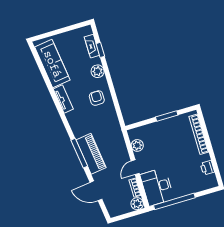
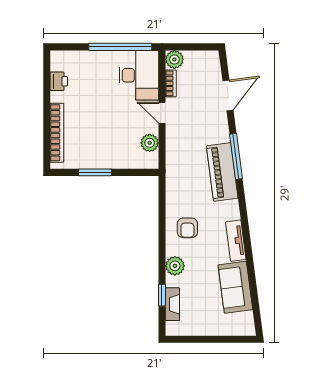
sofa: (52, 64) -> (235, 287), width x0.73
piano: (91, 154) -> (222, 172), moved
door: (135, 167) -> (162, 113), swing flipped
door: (96, 191) -> (228, 95), hinge flipped

